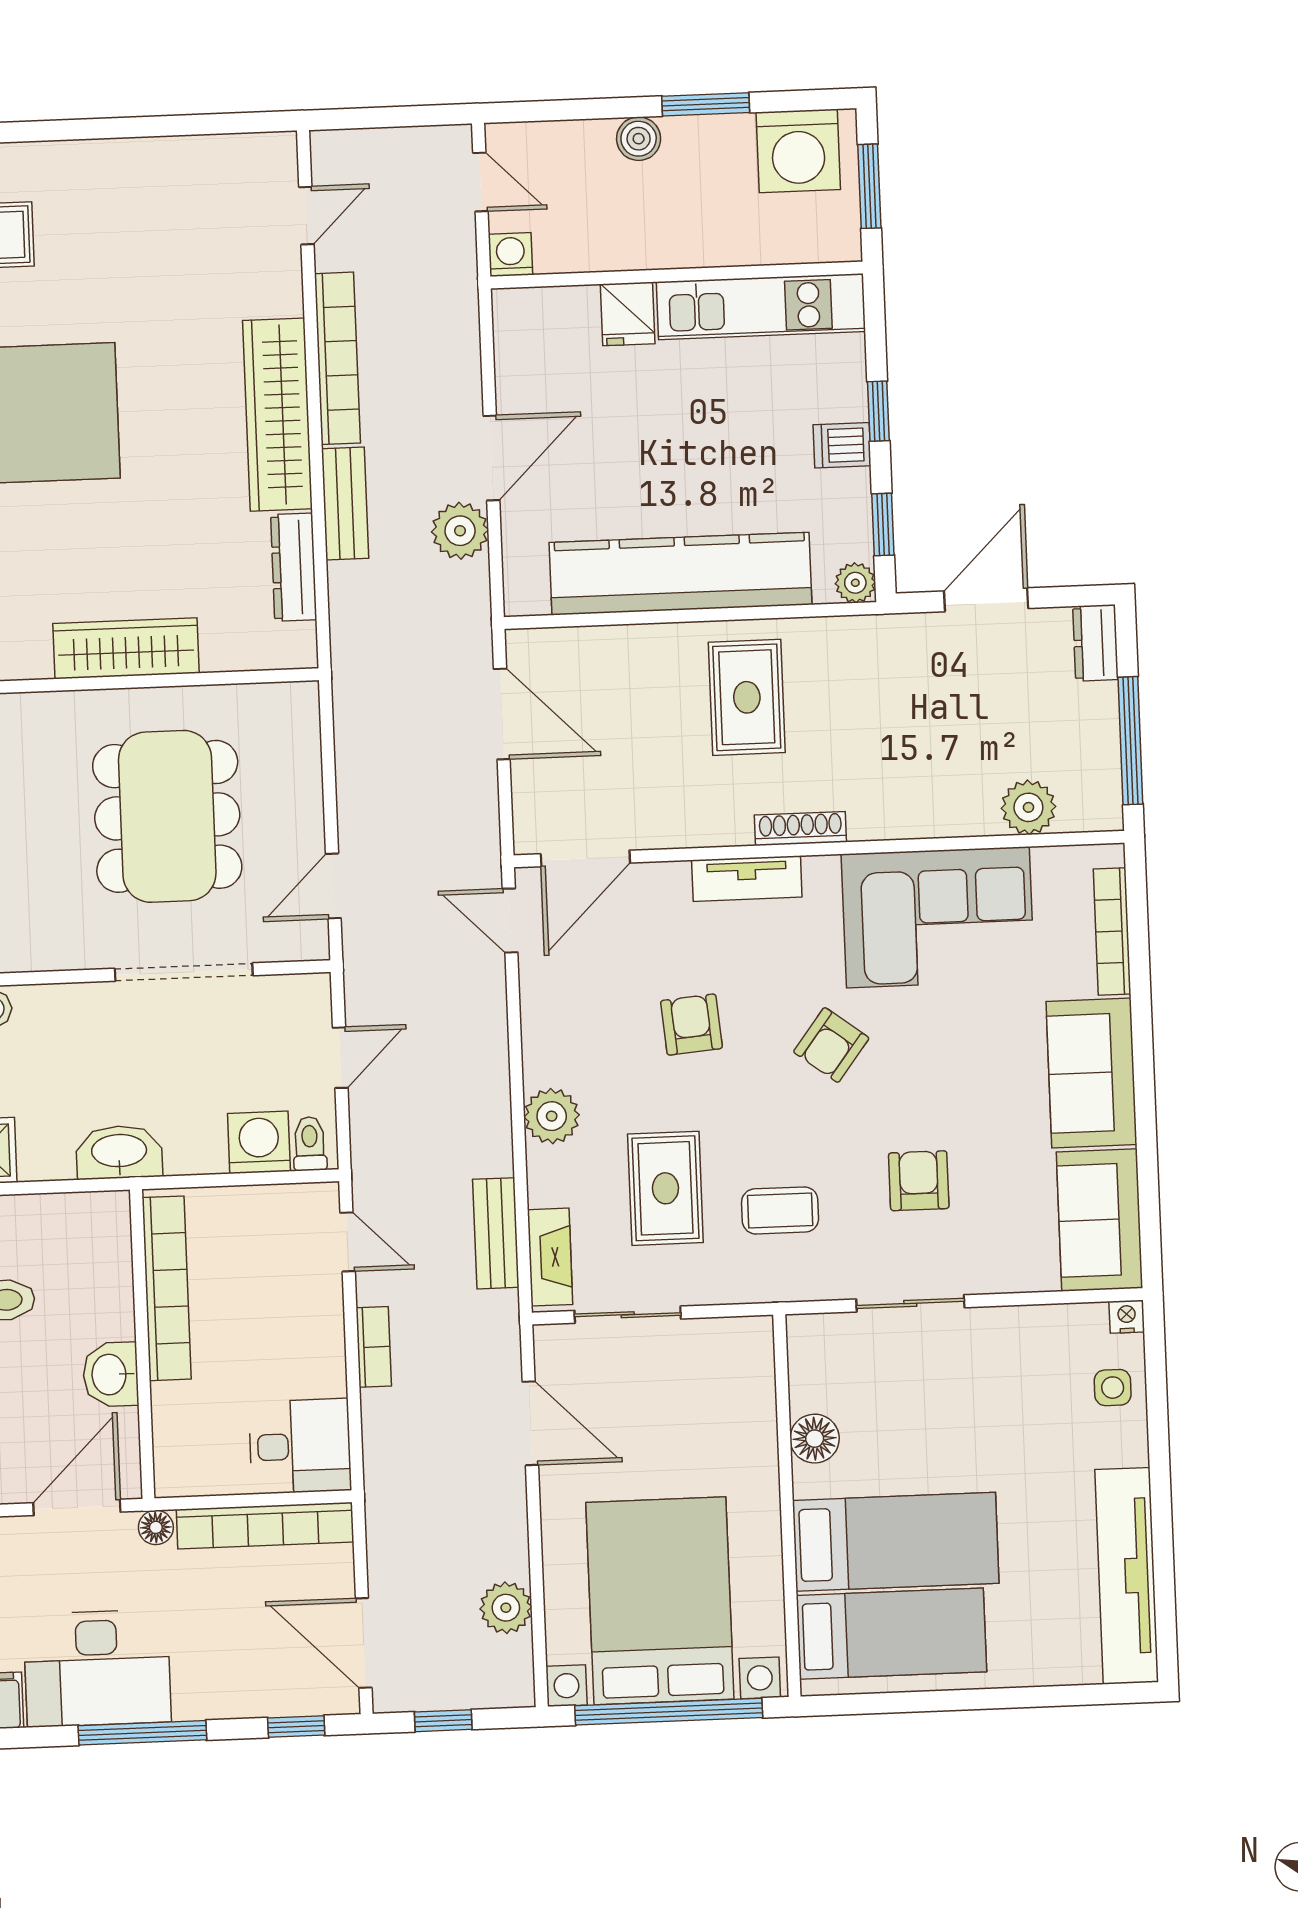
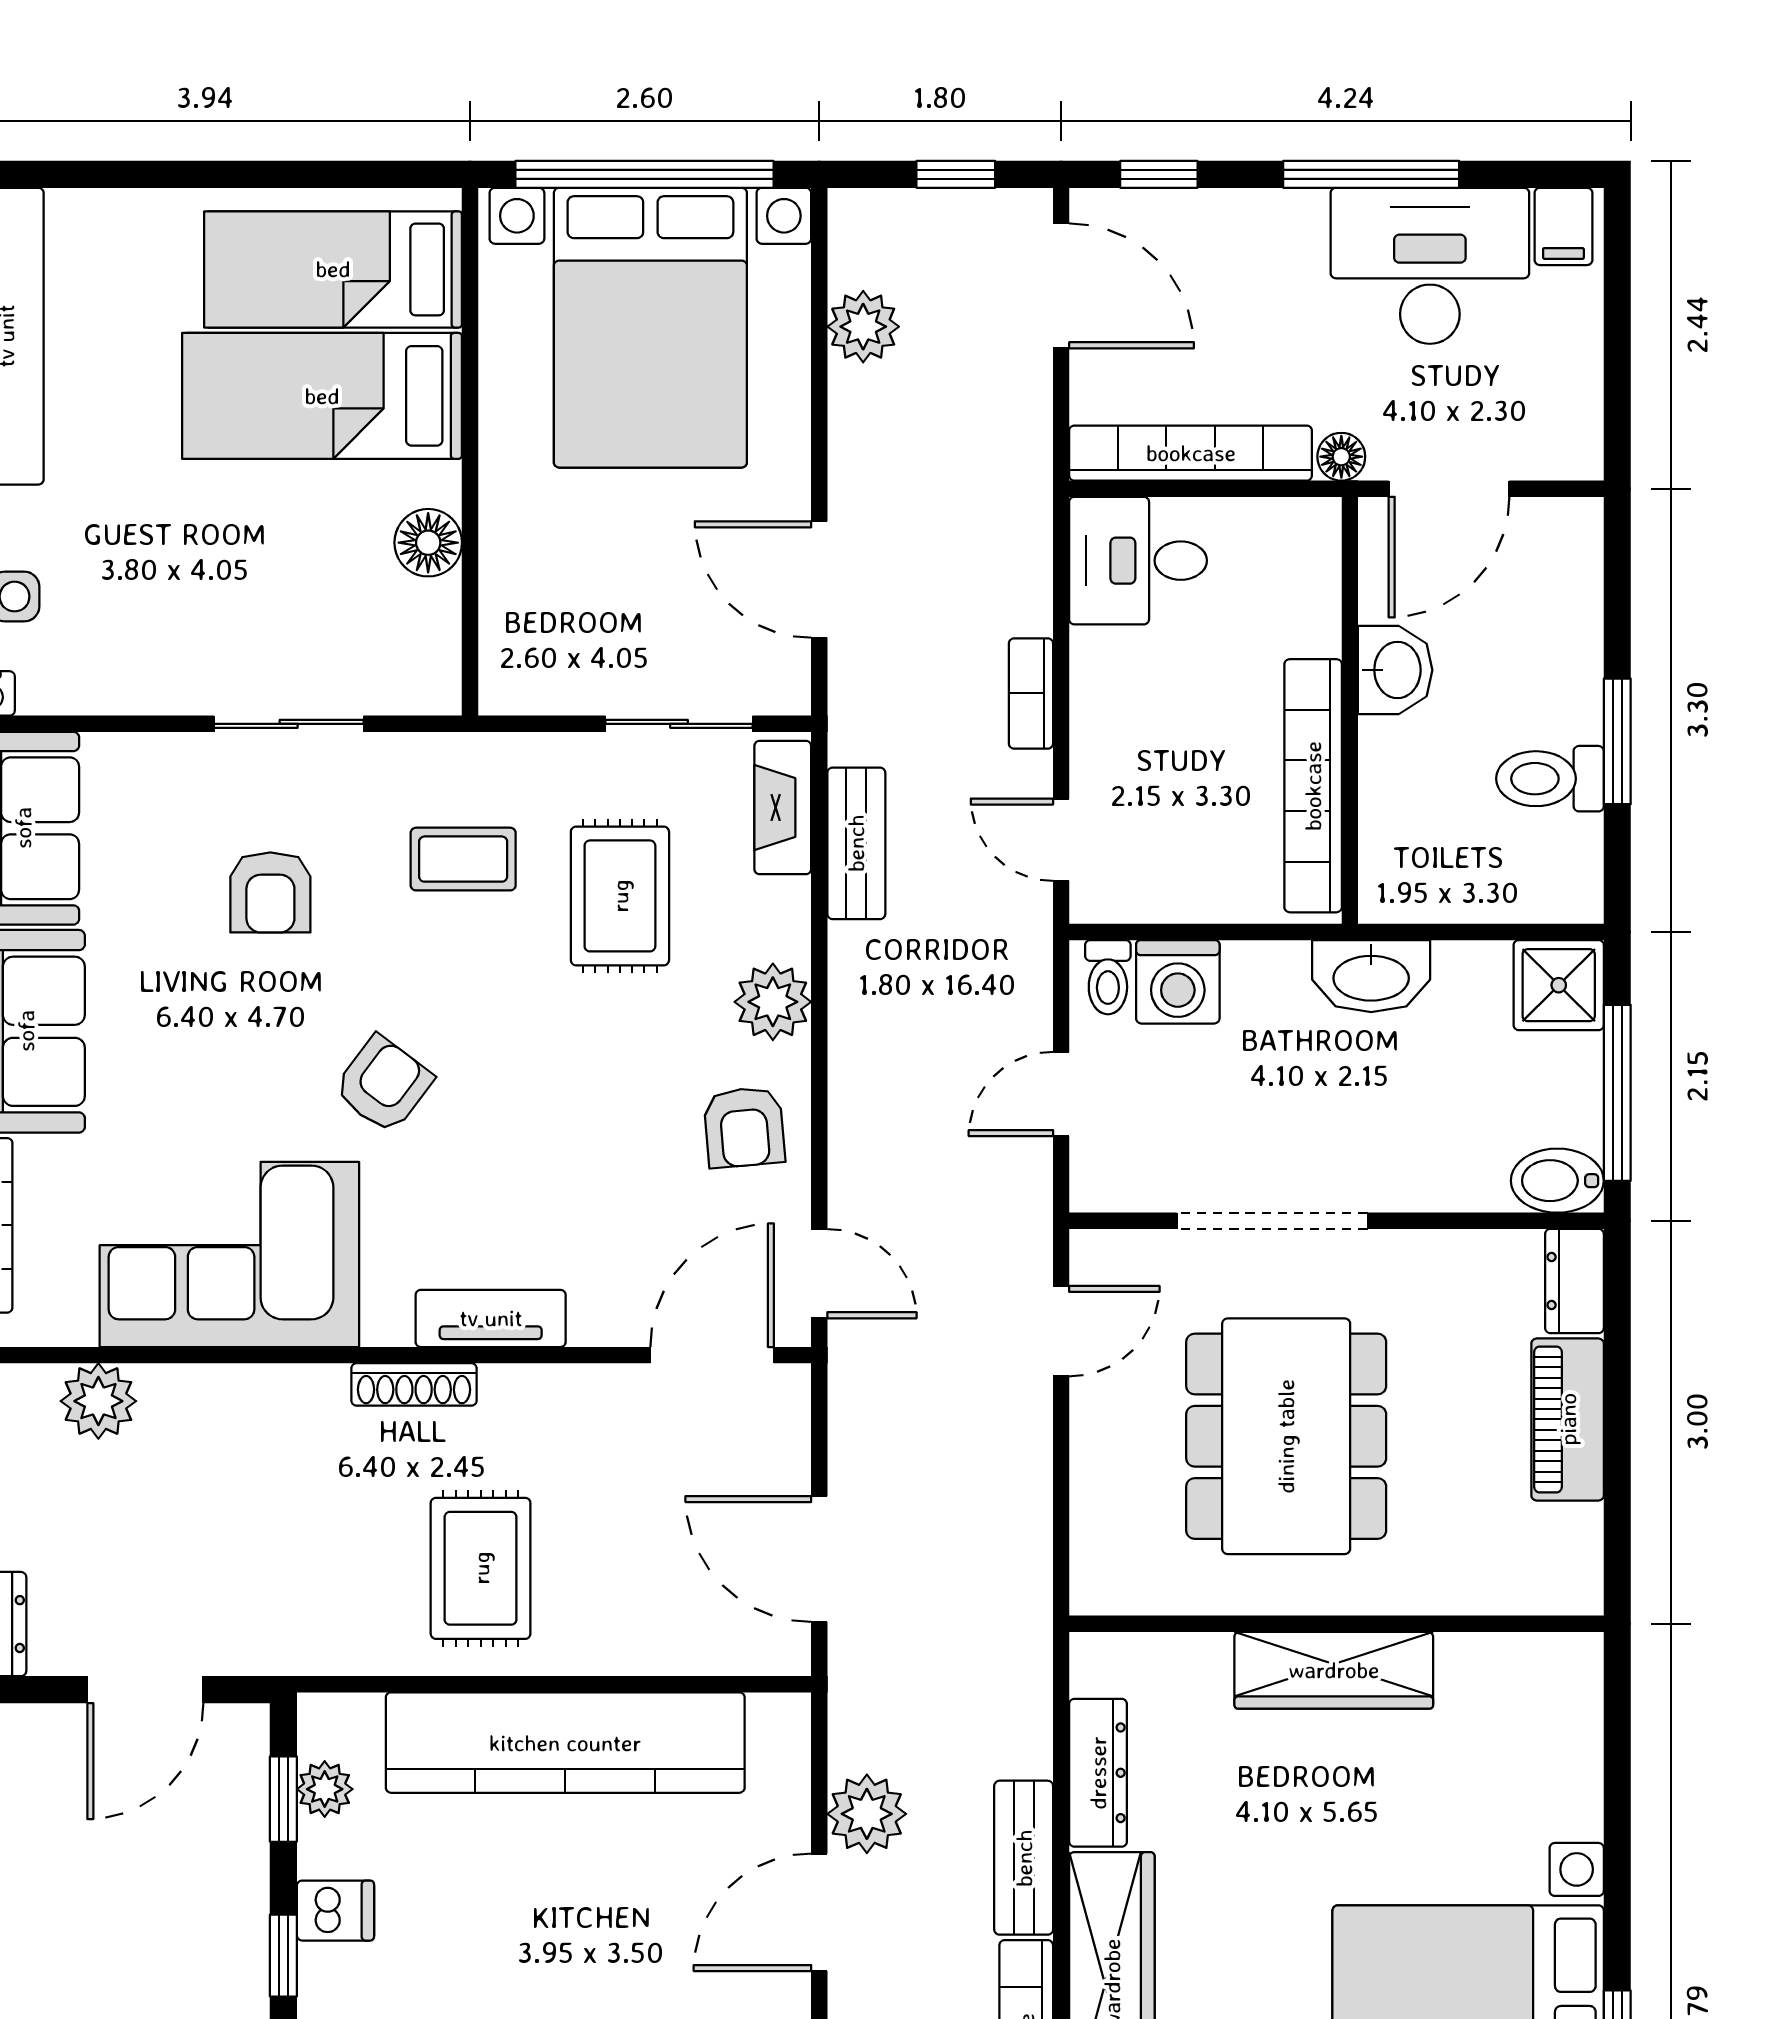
plant: (855, 583) -> (325, 1789), moved
armchair: (691, 1025) -> (744, 1127), moved

